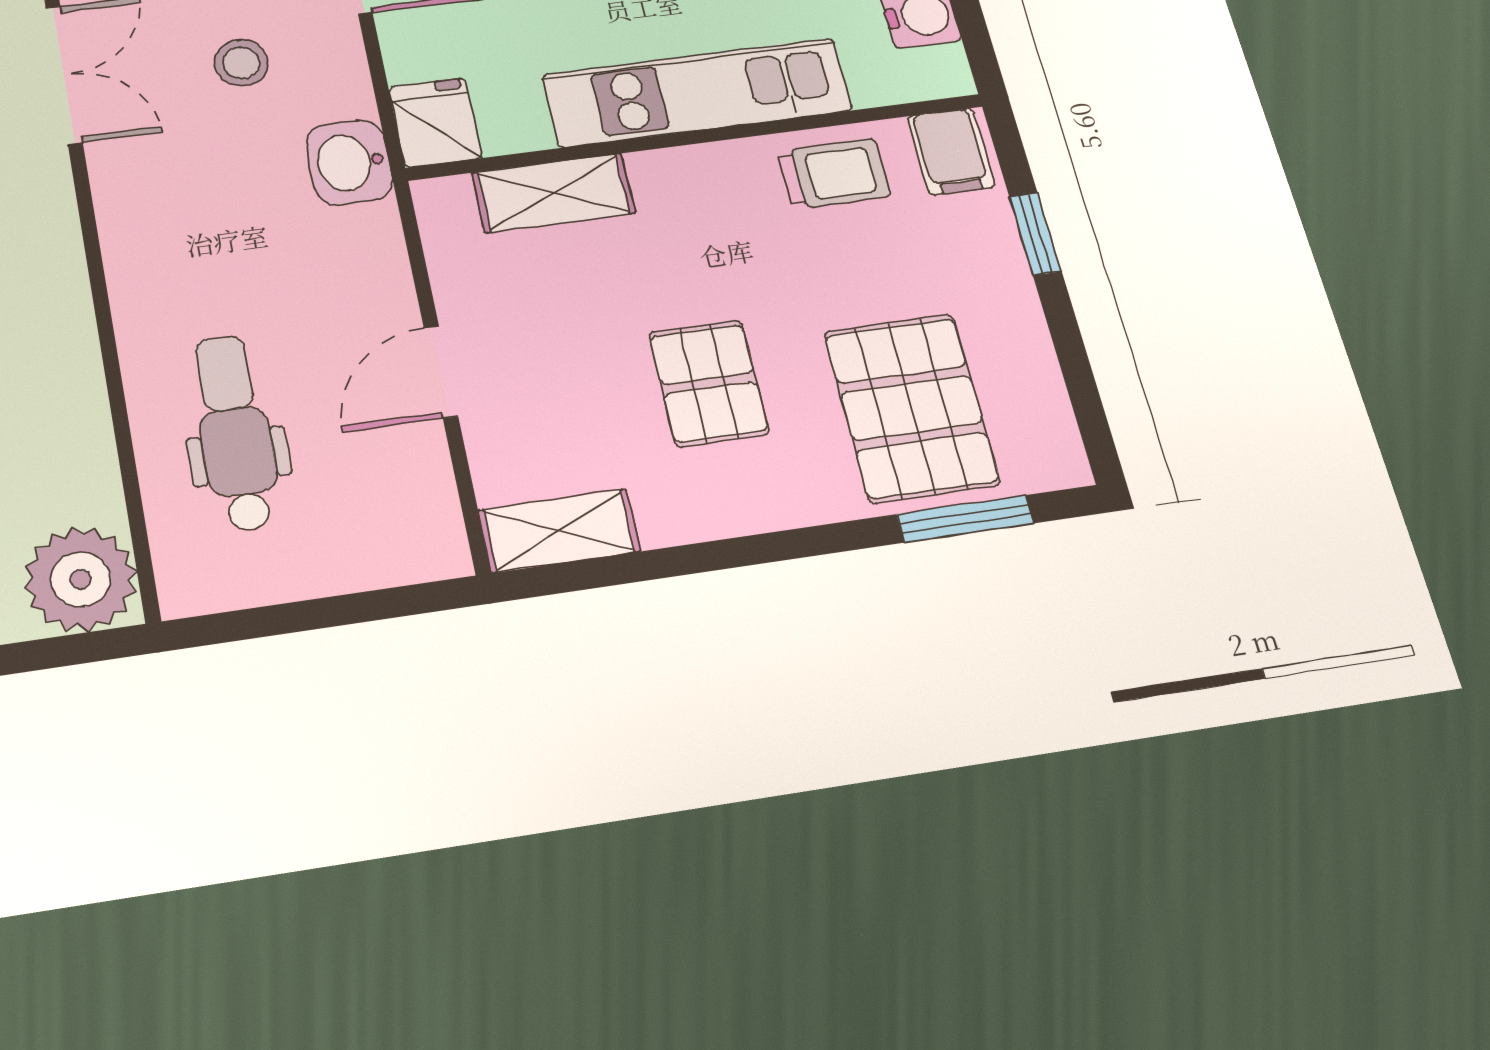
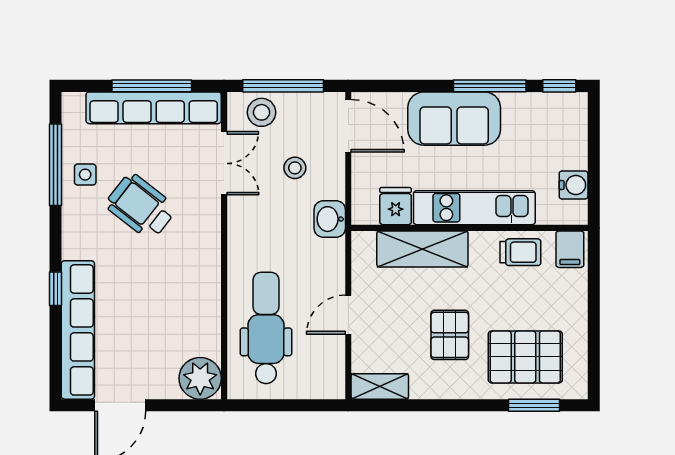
fridge: (435, 123) -> (396, 206), moved
shelving: (554, 193) -> (422, 249), width x1.50, depth x1.33
window: (1035, 234) -> (594, 290), removed
pallet: (912, 408) -> (525, 357), turned 90
dental chair: (235, 432) -> (266, 328), width x1.36, depth x1.38

